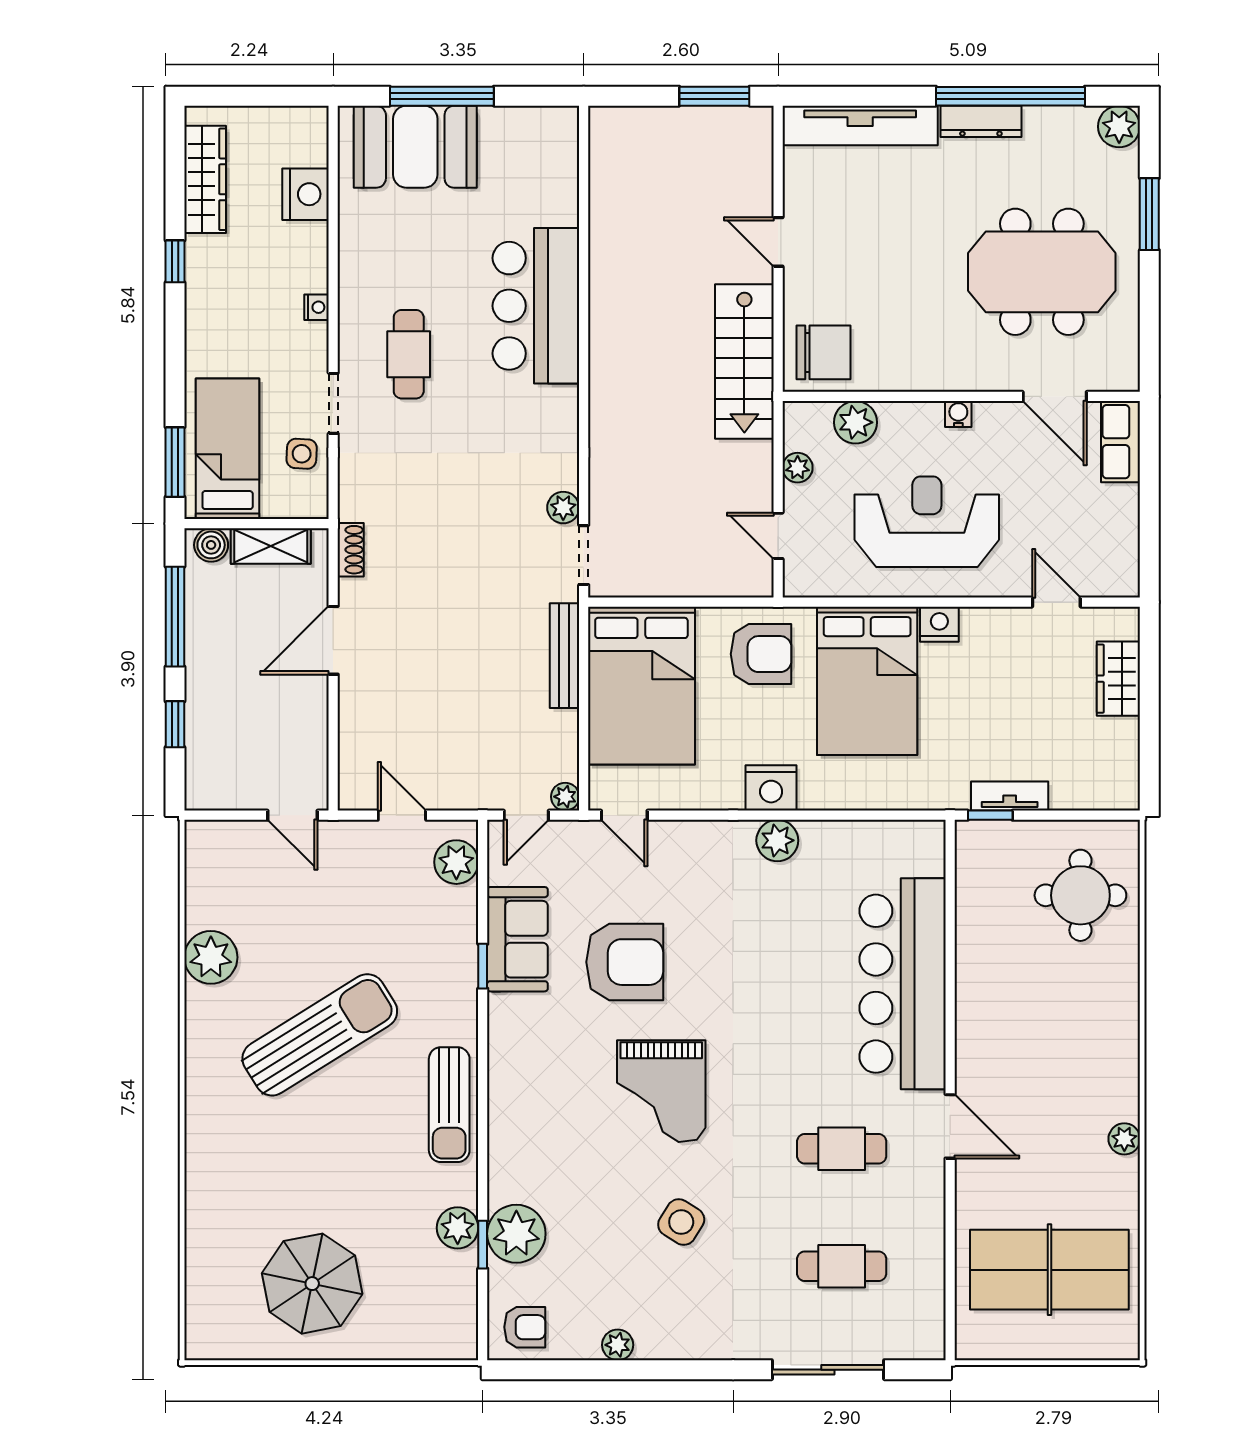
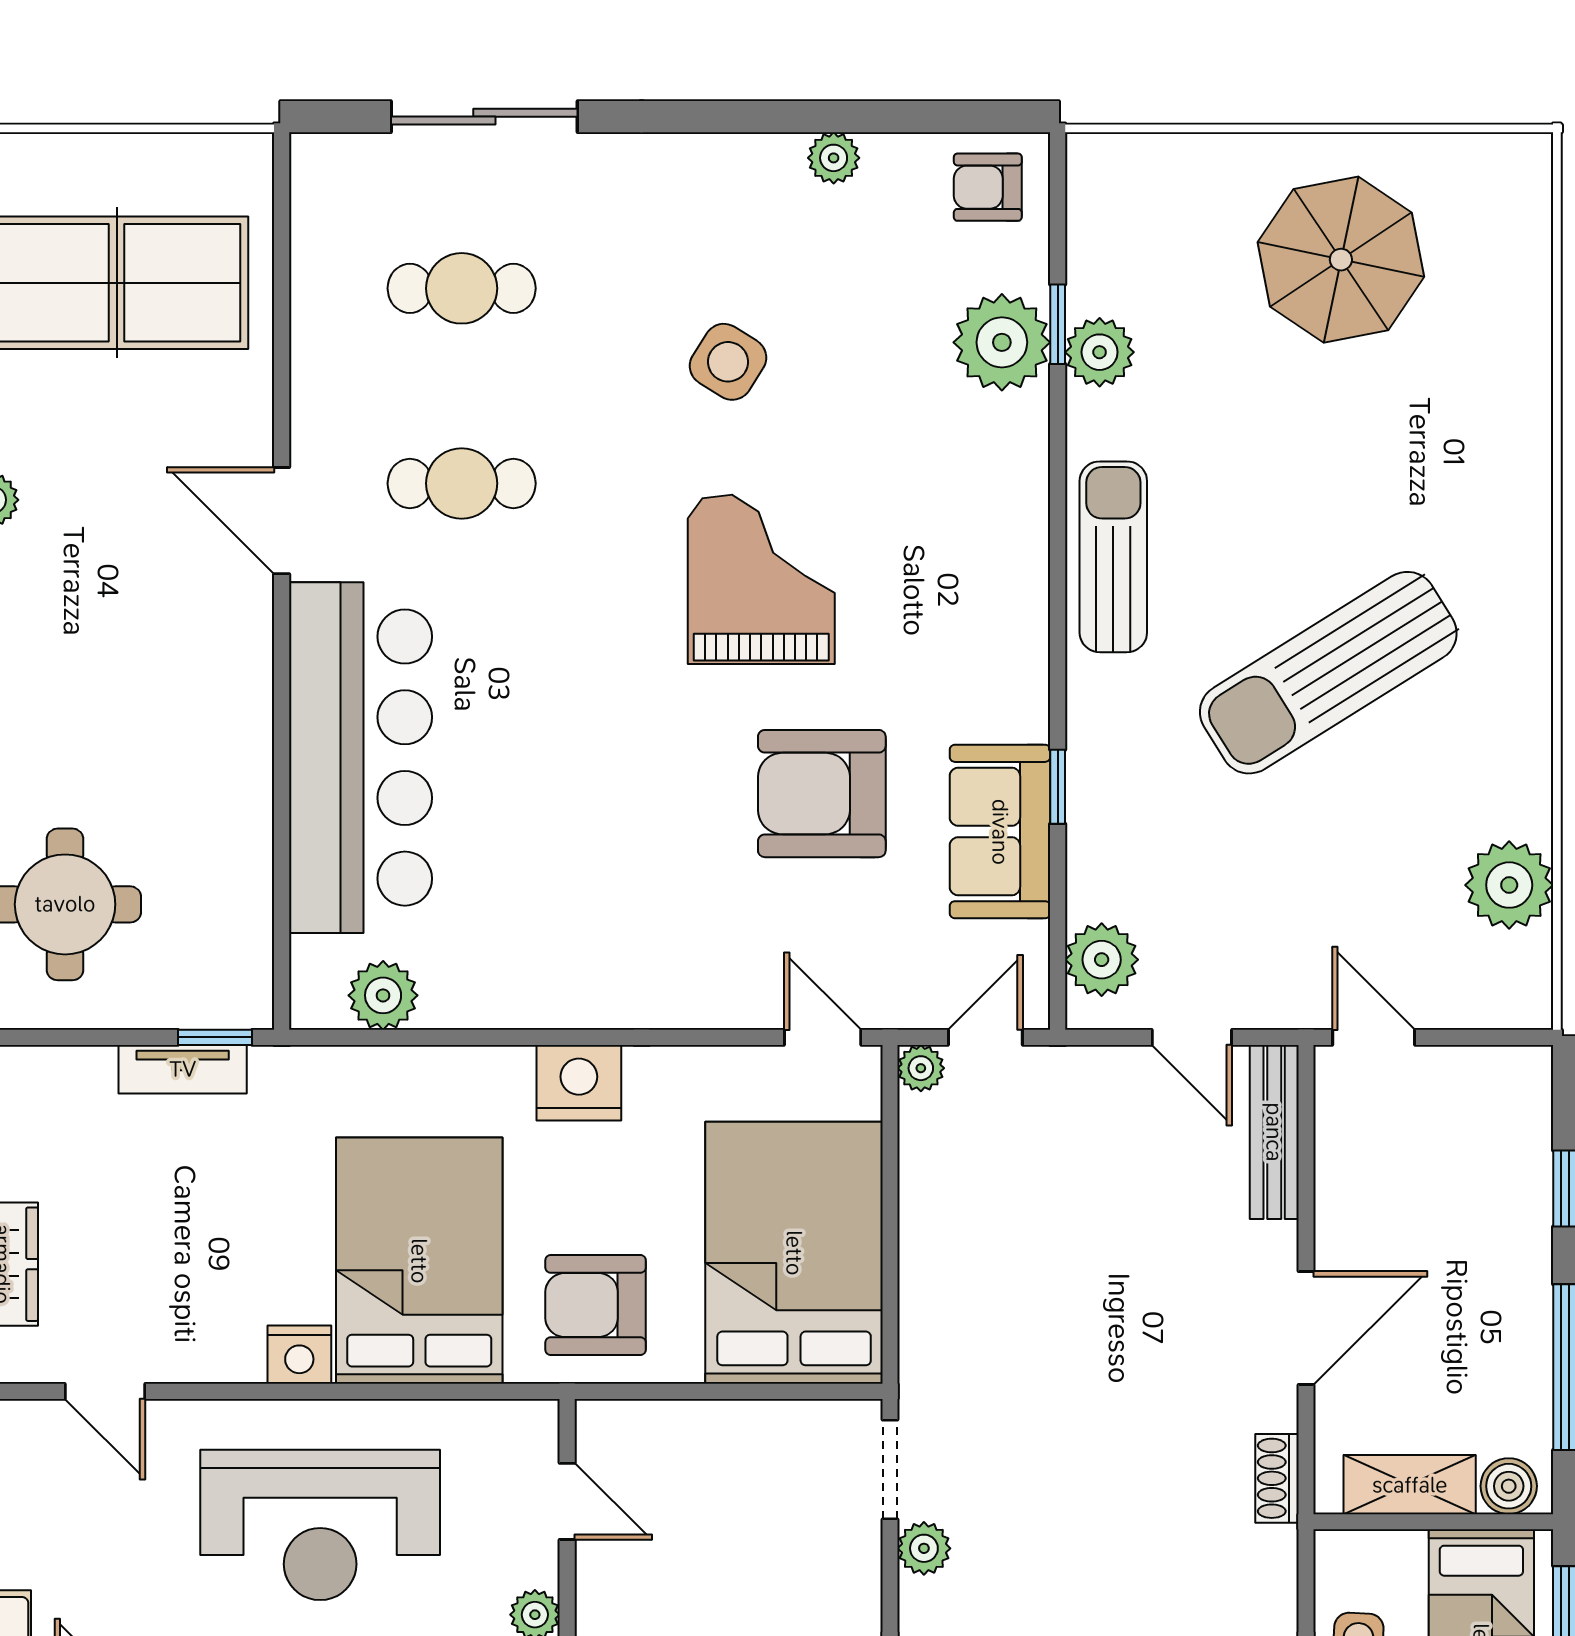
bench: (564, 656) -> (1274, 1132), moved
plant: (777, 840) -> (383, 995), moved
plant: (211, 957) -> (1509, 885), moved

